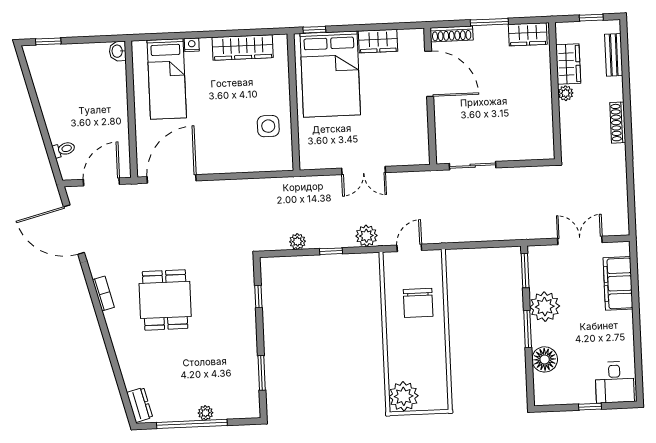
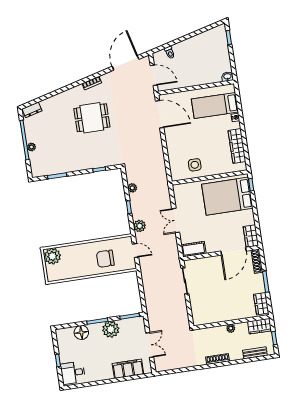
wardrobe: (378, 41) -> (251, 236), moved
wardrobe: (568, 64) -> (260, 326), moved
cot: (418, 144) -> (194, 249), added

